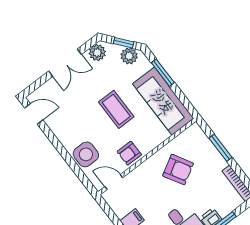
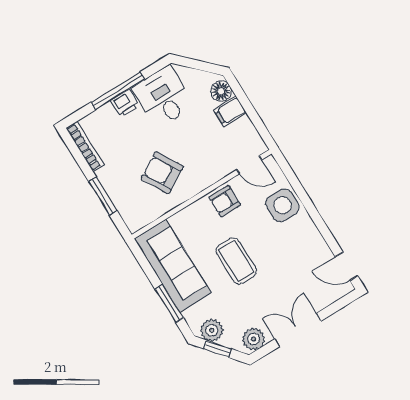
armchair: (129, 153) -> (225, 201), turned 180

